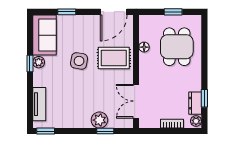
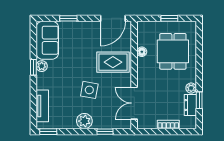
side table: (79, 61) -> (89, 90), moved
plant: (99, 120) -> (84, 121), moved
plant: (196, 121) -> (191, 88), moved

